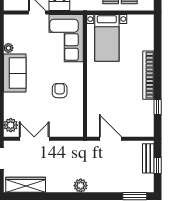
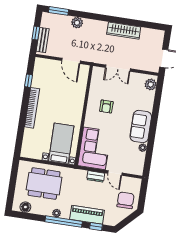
double door: (34, 139) -> (118, 68), moved
wardrobe: (26, 185) -> (124, 31), moved
plant: (81, 186) -> (77, 23), moved

